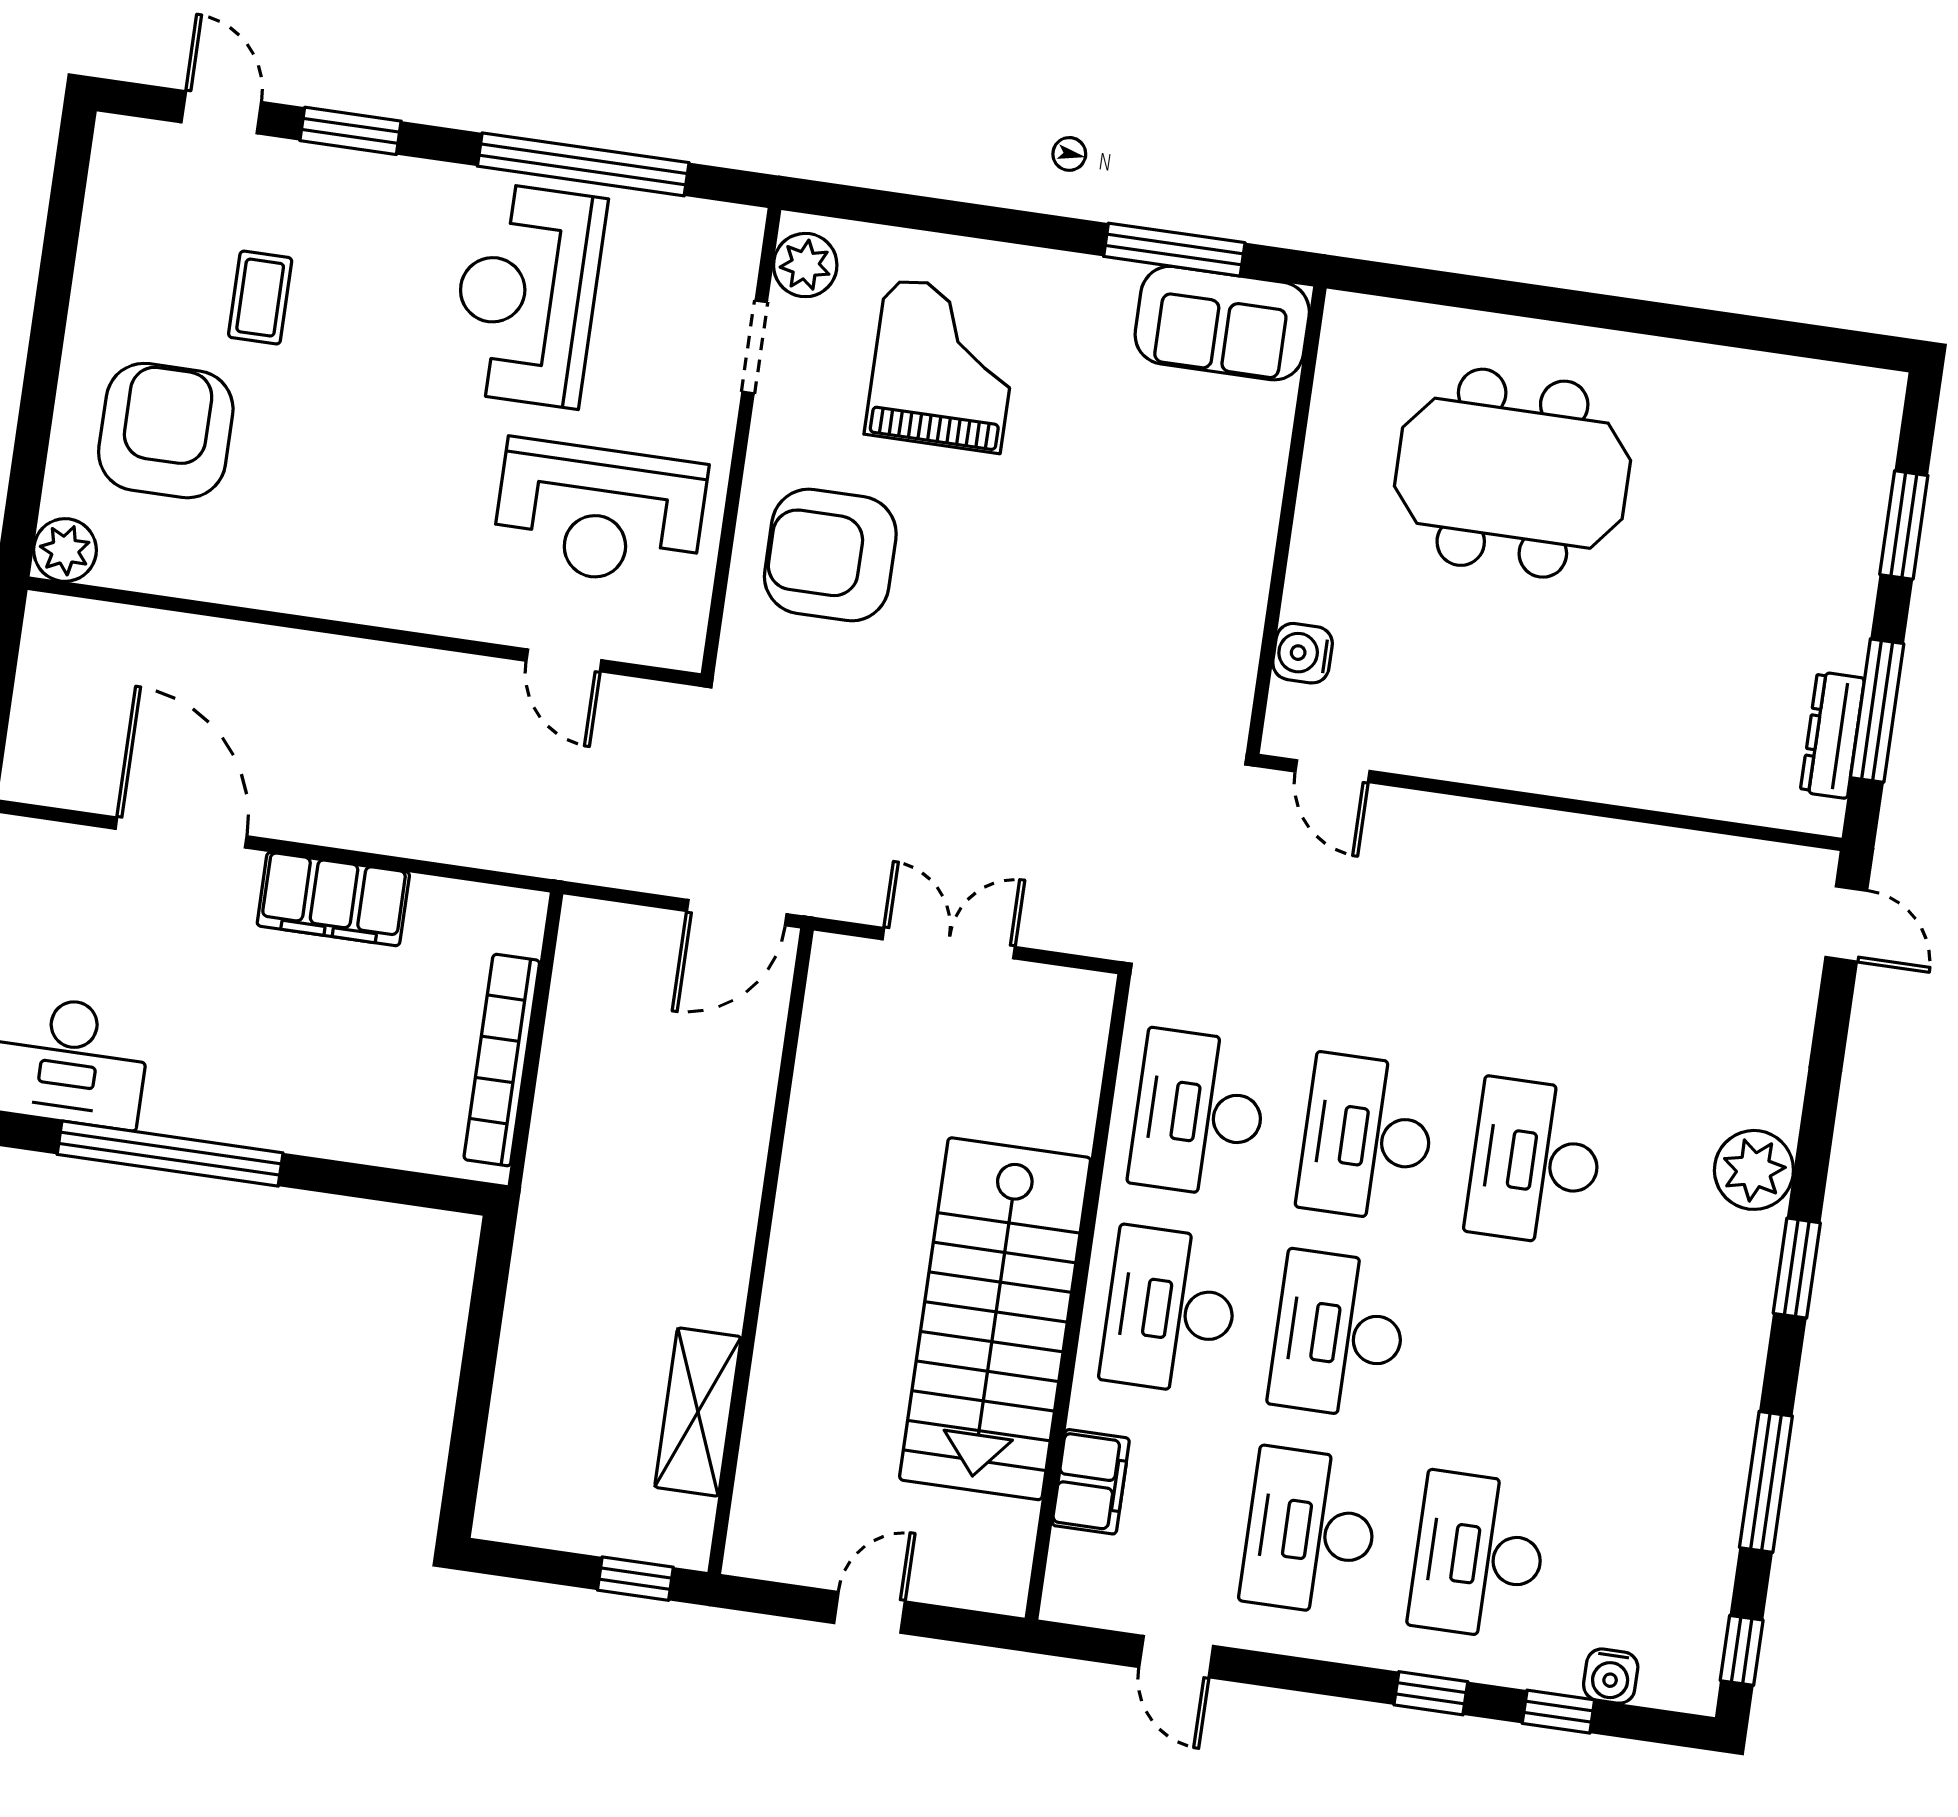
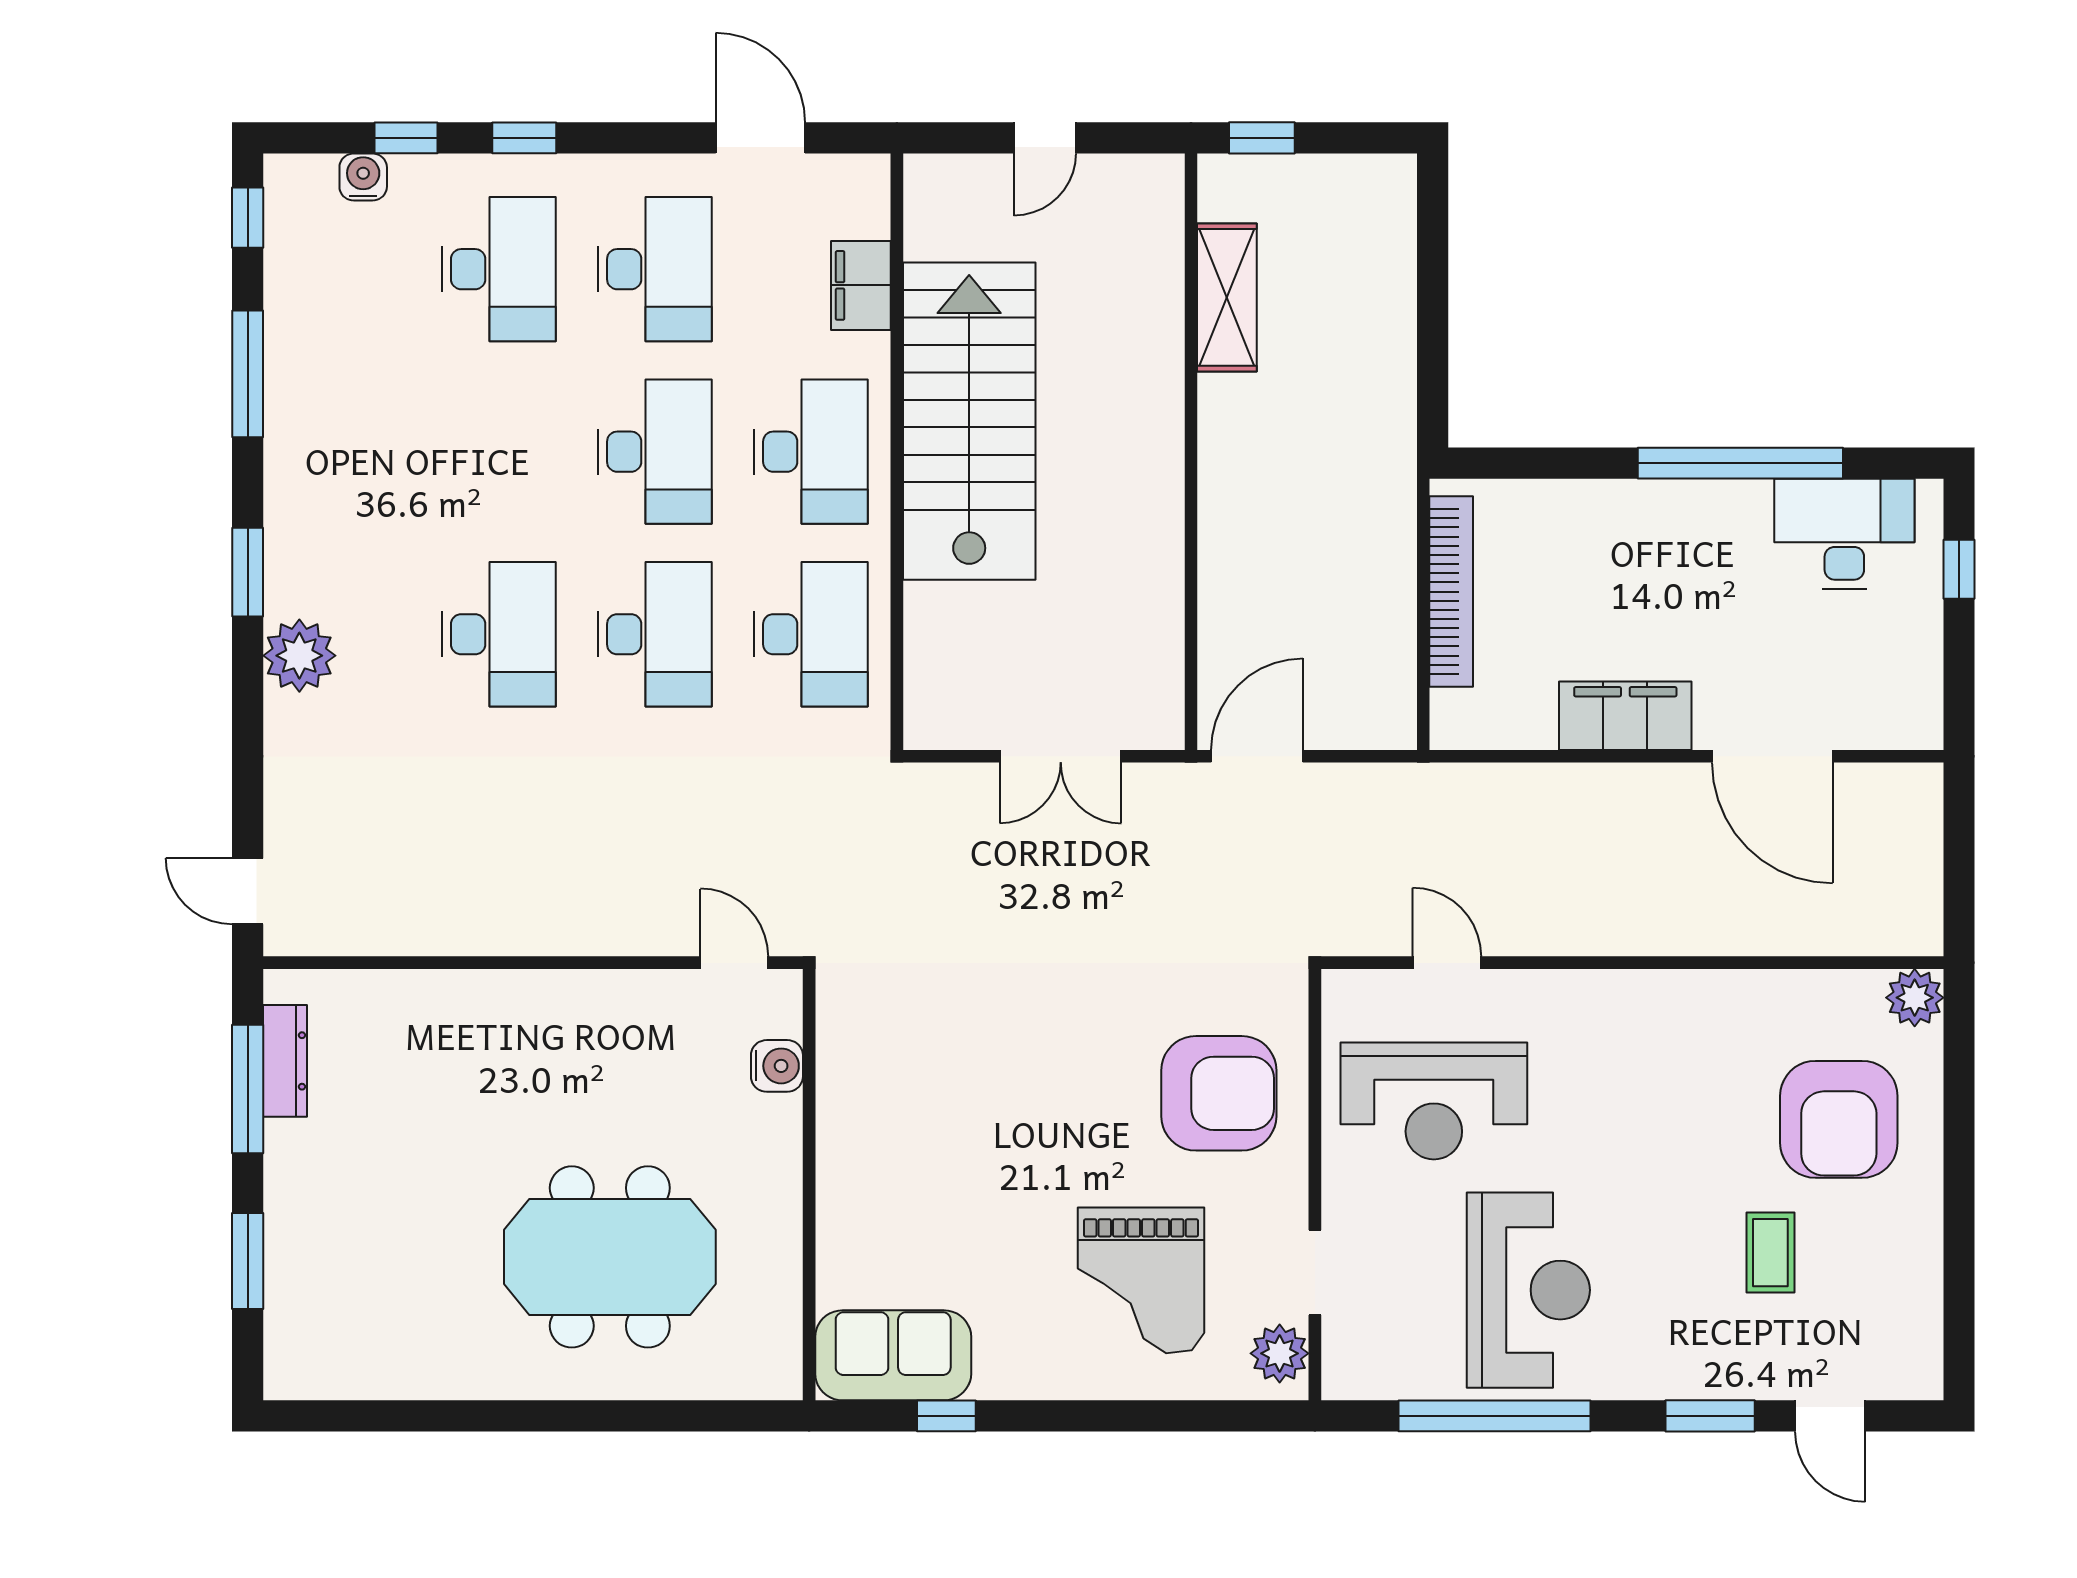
window: (1174, 250) -> (946, 1416), width x0.46
reception desk: (600, 513) -> (1434, 1101), turned 180
door: (1176, 1657) -> (760, 138), width x1.38

